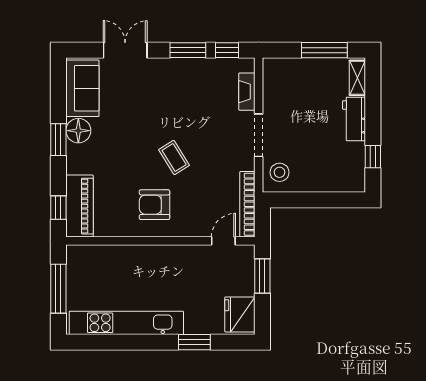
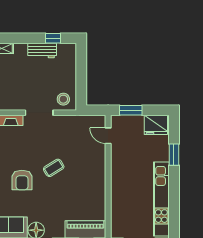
workbench: (354, 119) -> (42, 51), moved
bookcase: (247, 204) -> (84, 120), removed
armchair: (155, 205) -> (22, 180), moved

